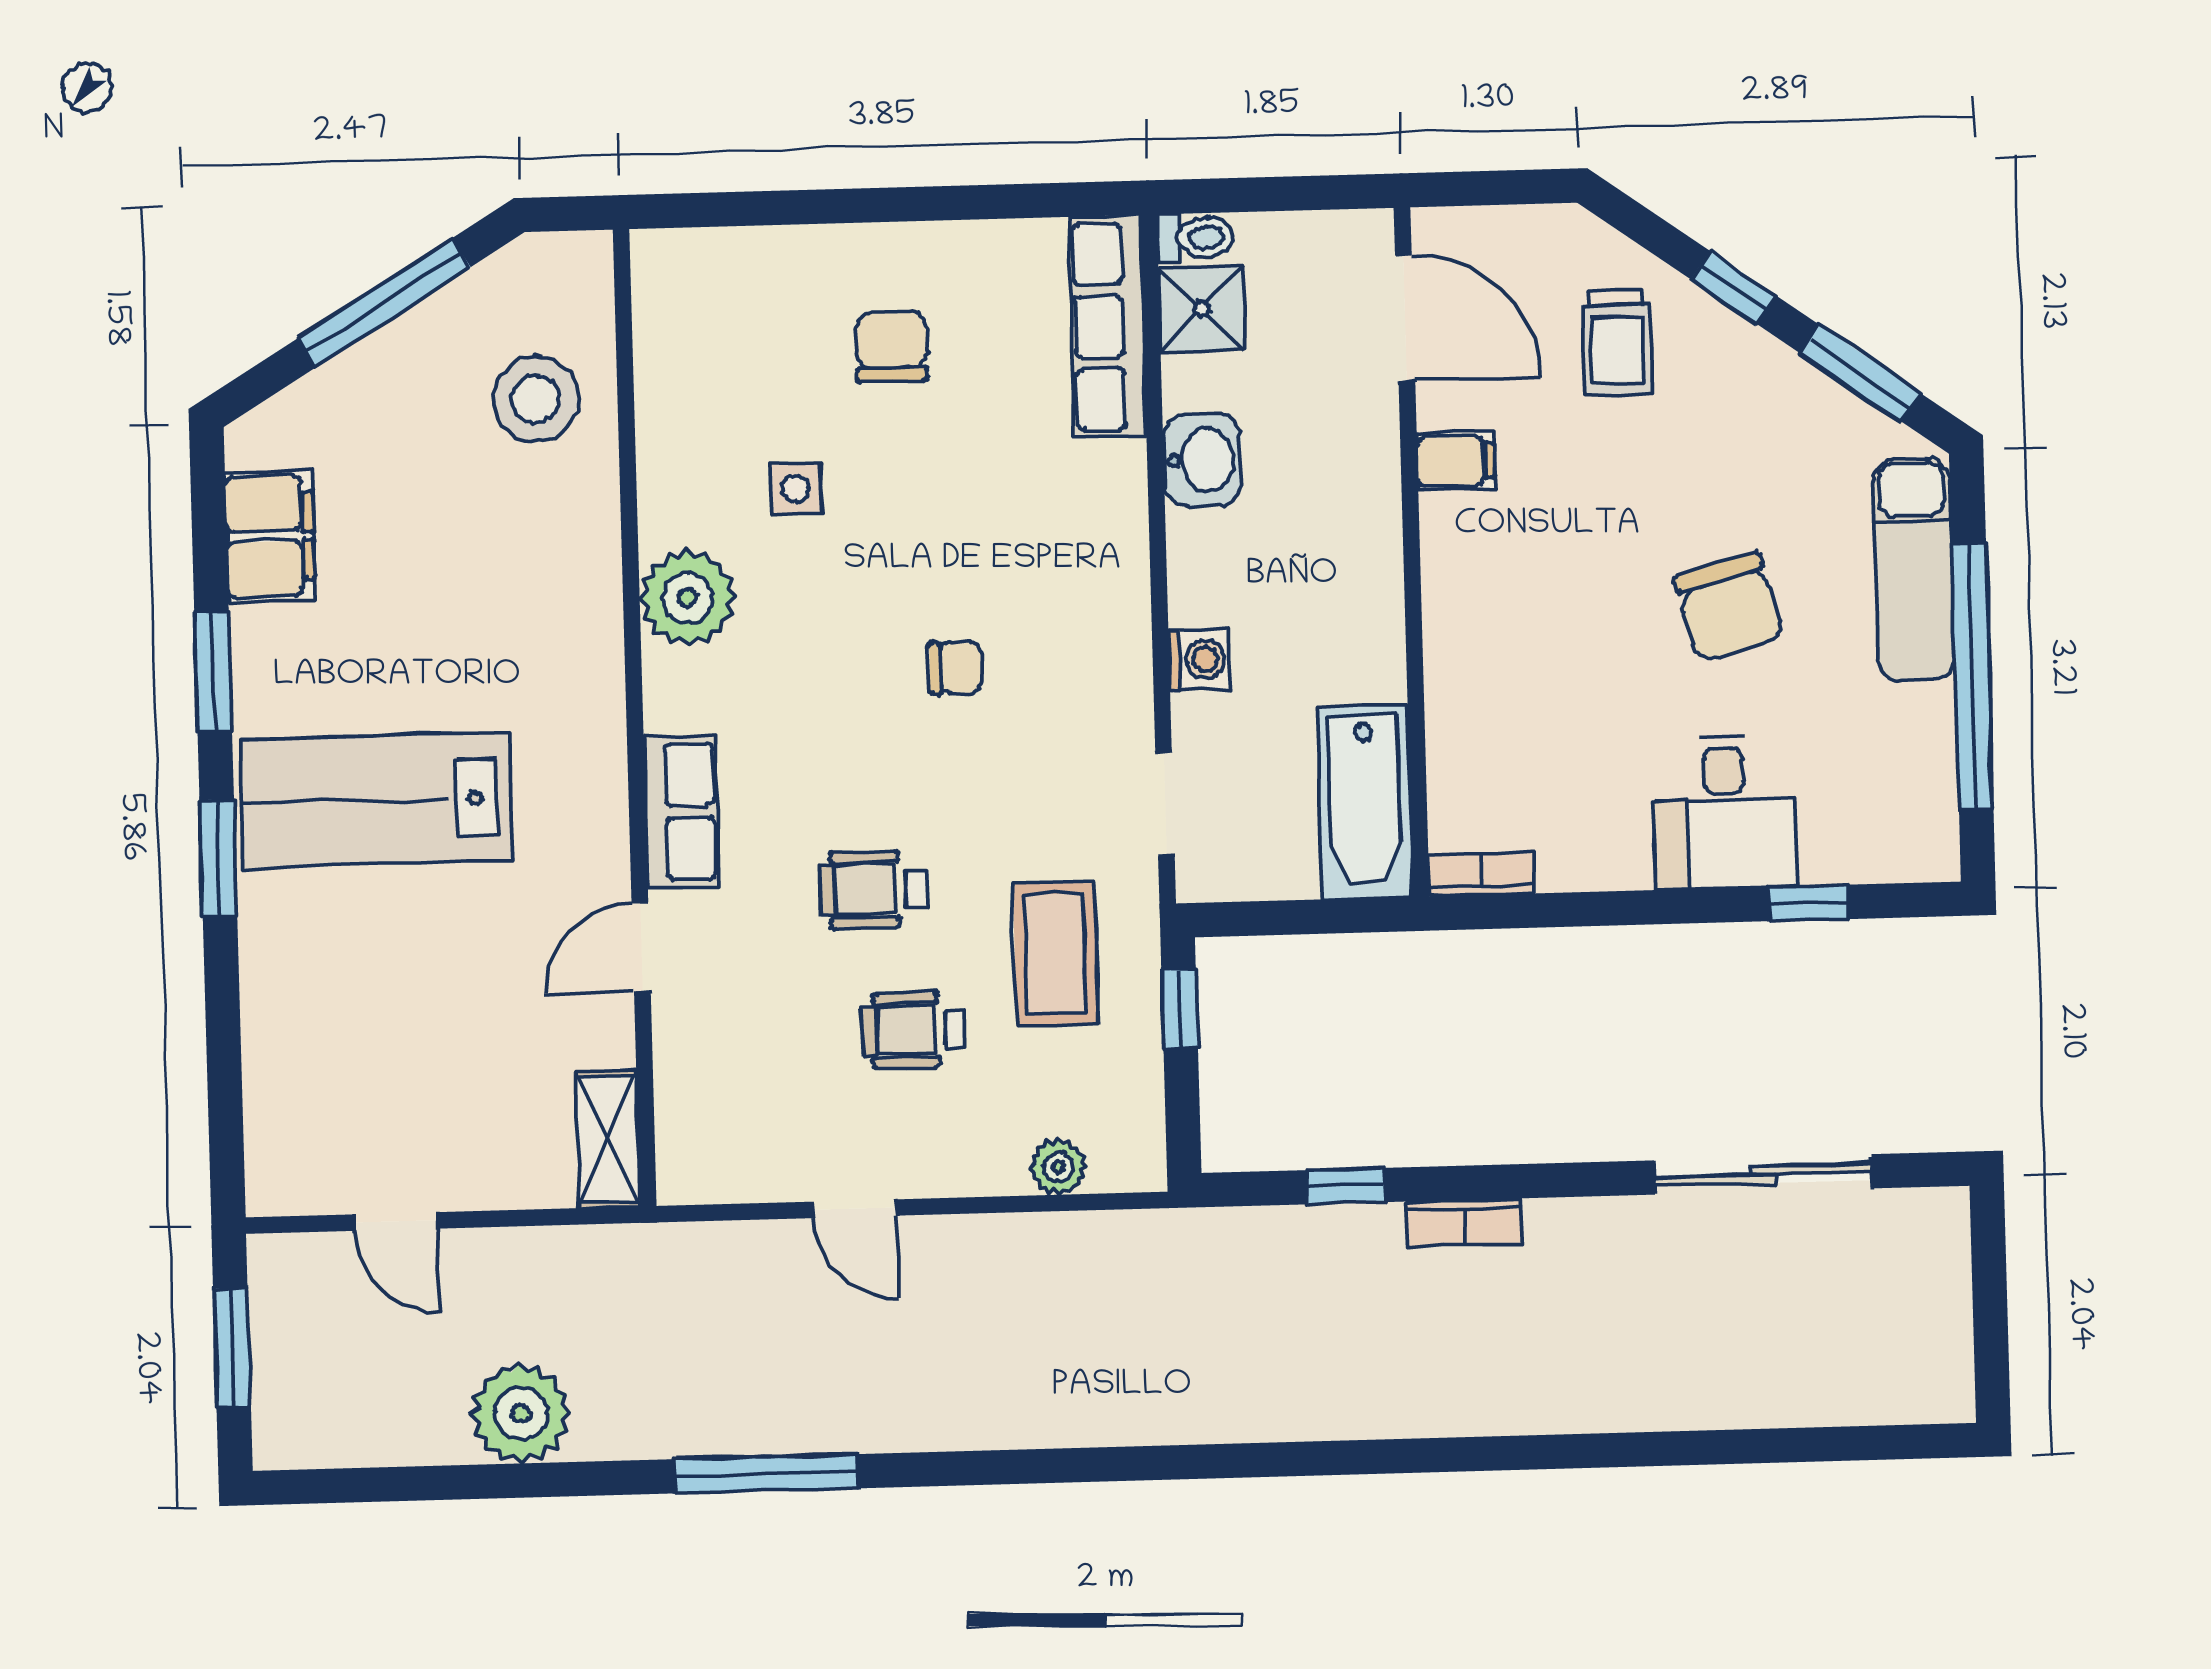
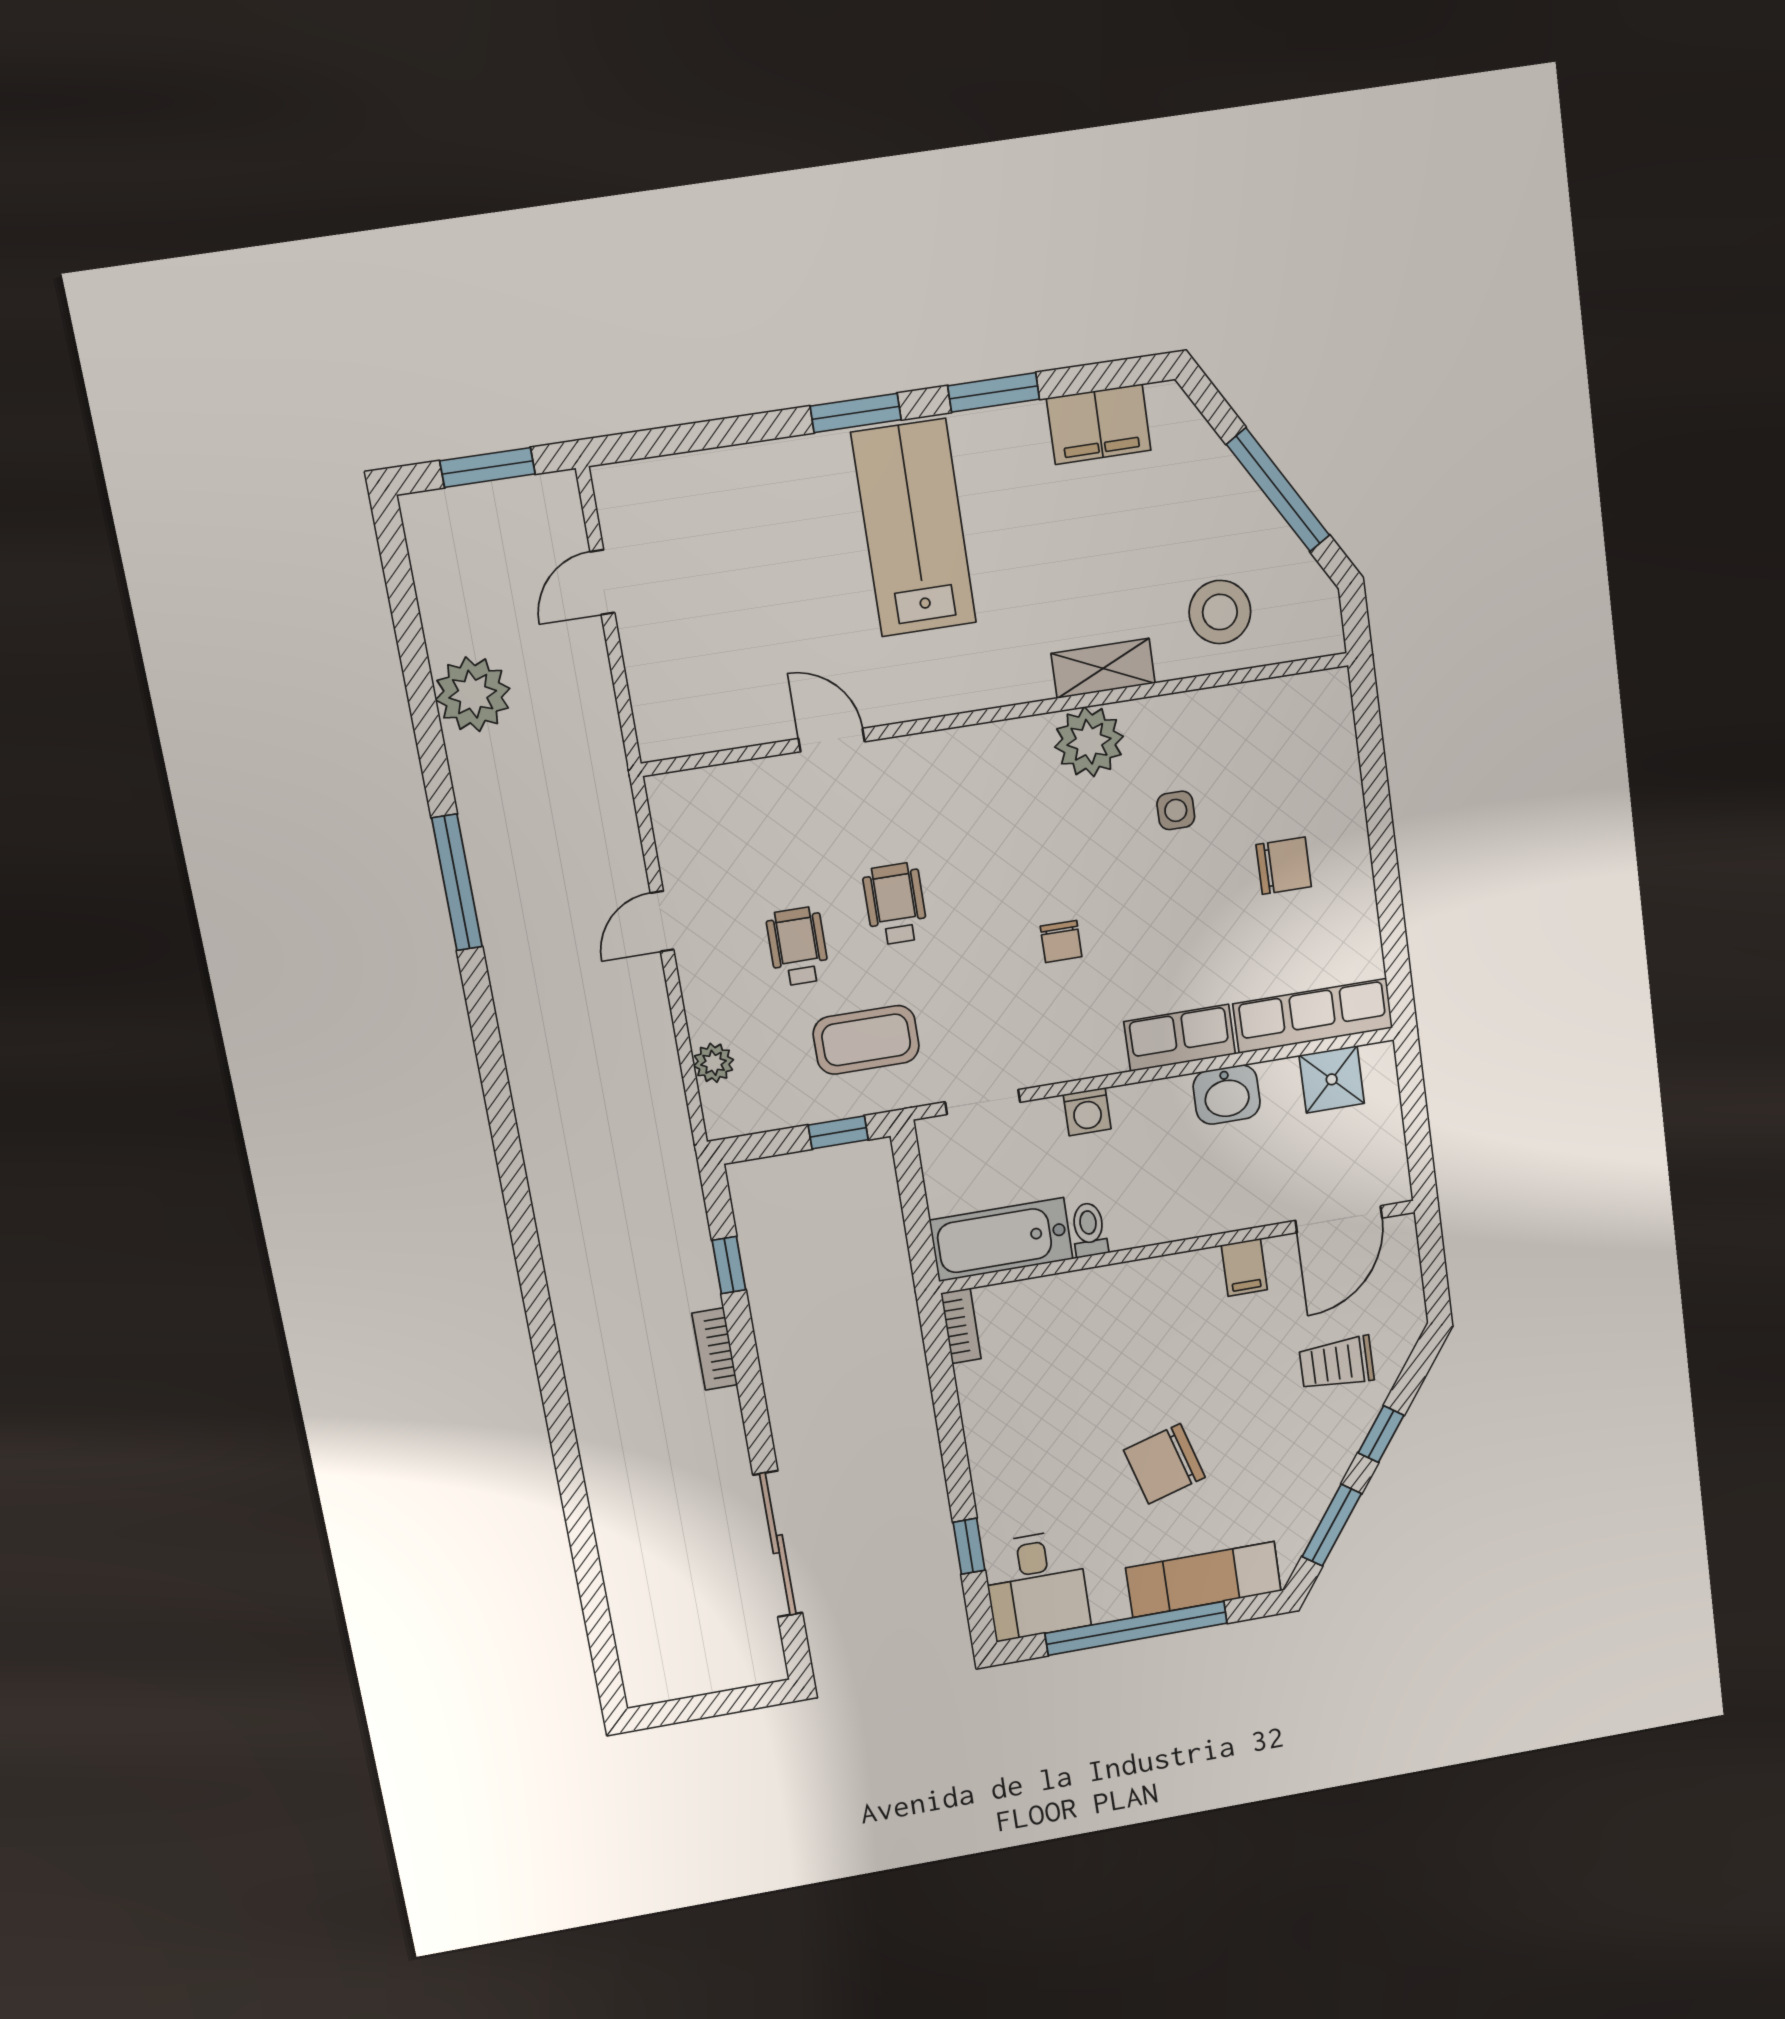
toilet: (1196, 238) -> (1089, 1230), moved, turned 180
row of seats: (681, 812) -> (1180, 1038), moved, turned 180
desk: (1724, 812) -> (1036, 1585), moved, turned -90
shelving: (608, 1139) -> (1103, 668), moved

